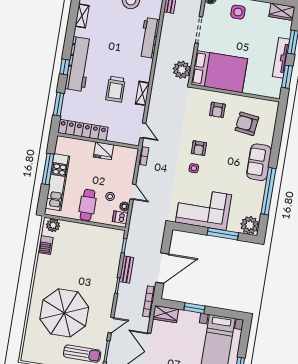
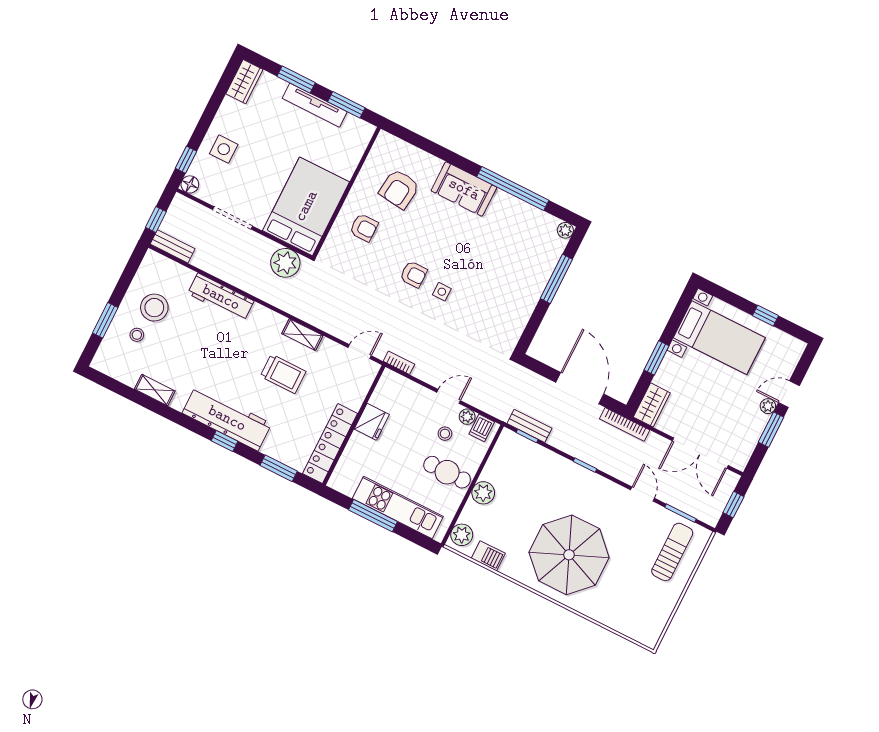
corner sofa: (204, 209) -> (508, 296), removed
plant: (250, 225) -> (565, 230), width x0.53, depth x0.53
plant: (82, 230) -> (483, 493), added
bench: (126, 270) -> (529, 426), moved
parasol: (64, 313) -> (569, 555), moved

